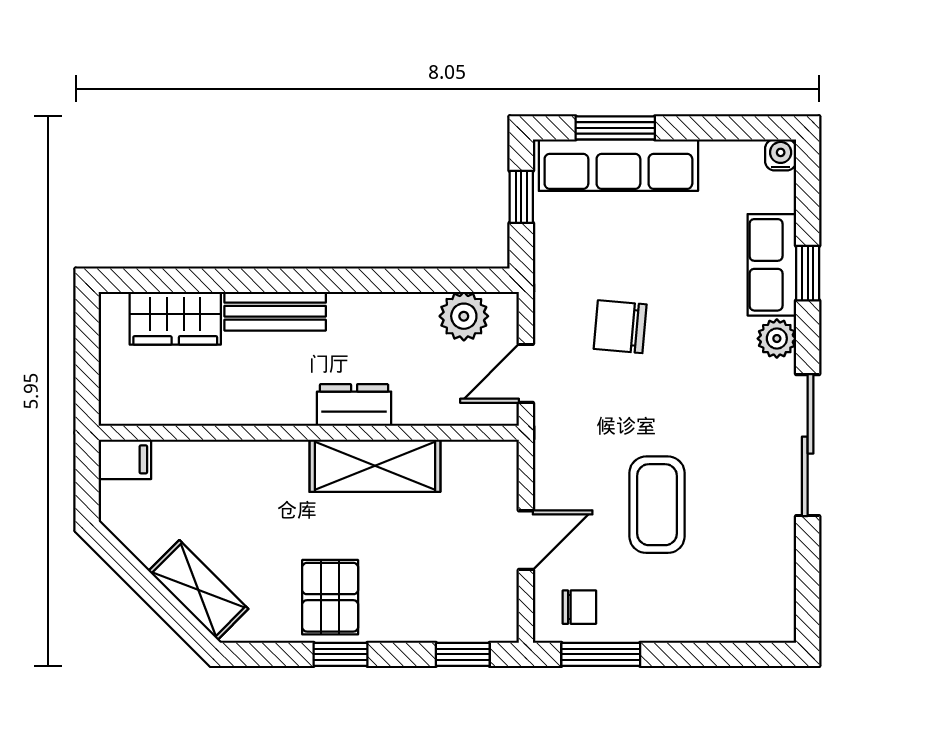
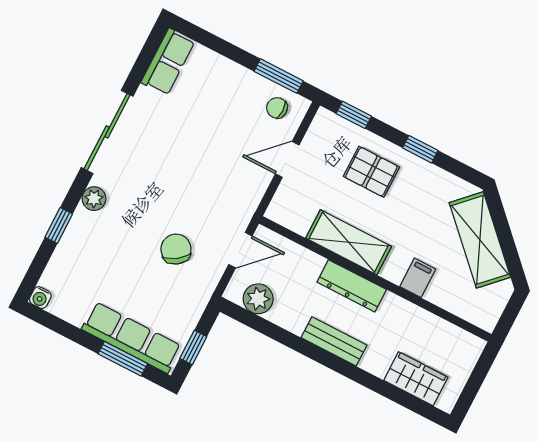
row of seats: (772, 265) -> (168, 62), moved
bench: (275, 311) -> (334, 341), moved
chair: (620, 327) -> (176, 249), turned -130
dresser: (354, 405) -> (352, 286), width x1.44
filing cabinet: (125, 459) -> (418, 278), moved, turned 90
coffee table: (657, 505) -> (206, 142), removed
shelving: (198, 590) -> (480, 240), width x1.50, depth x1.33
pallet: (330, 597) -> (371, 172), moved, turned 90

